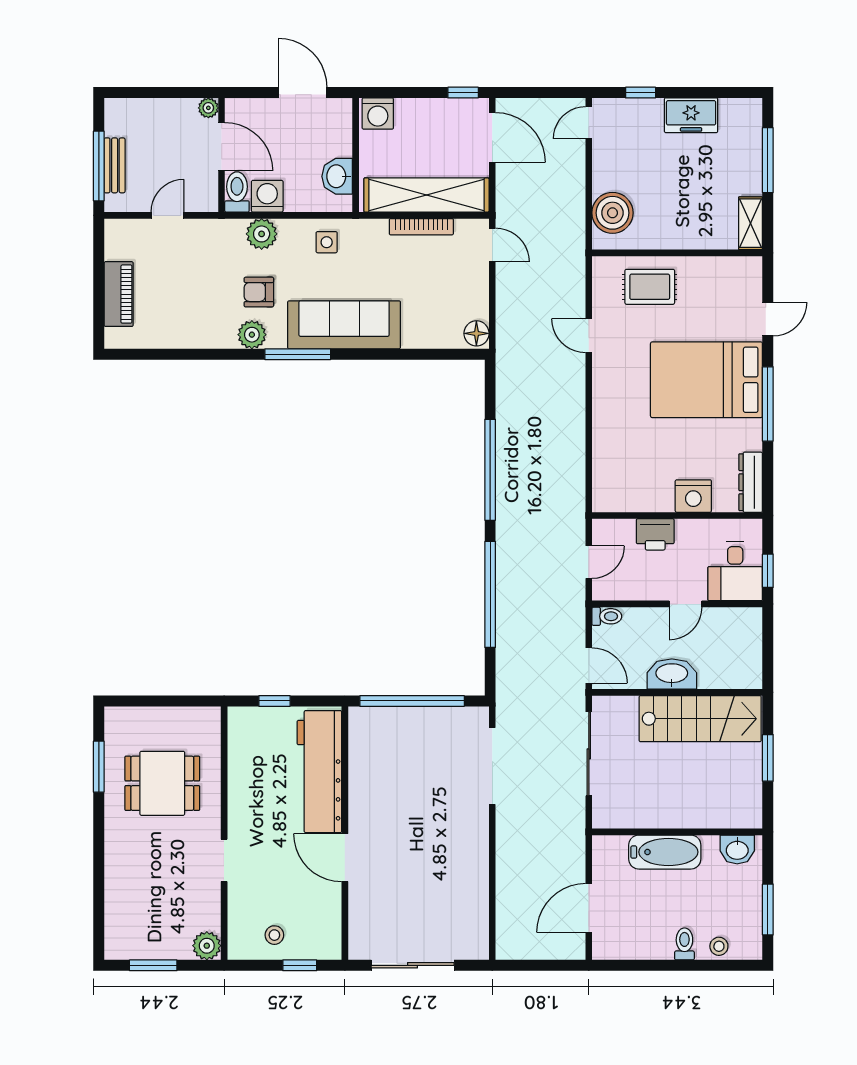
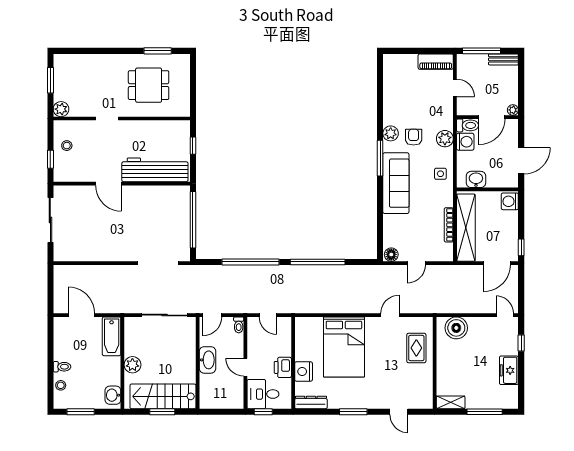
bench: (115, 165) -> (503, 59), moved
door: (492, 245) -> (416, 263), moved
piano: (119, 294) -> (436, 62), moved
bed: (706, 380) -> (344, 347), moved, turned 180
window: (768, 404) -> (353, 412), width x0.69
printer: (655, 534) -> (283, 367), moved
stairs: (700, 719) -> (163, 396), moved, turned 90
dining table: (162, 783) -> (149, 85), turned 90
plant: (681, 813) -> (132, 365), added
bathtub: (665, 852) -> (112, 336), moved
door: (345, 858) -> (108, 184), swing flipped

